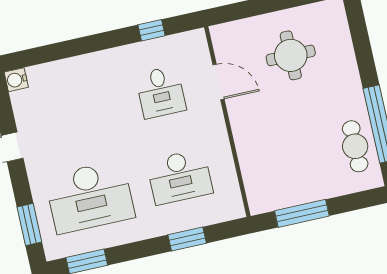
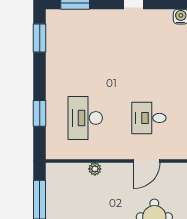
plant: (244, 149) -> (95, 169), added
desk: (90, 197) -> (85, 51), removed

